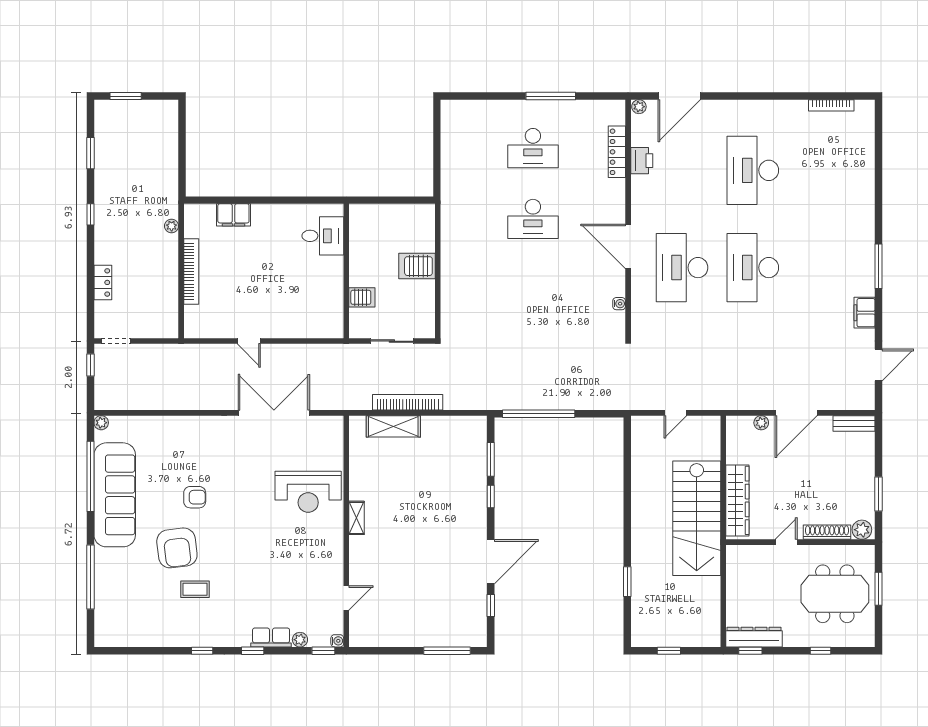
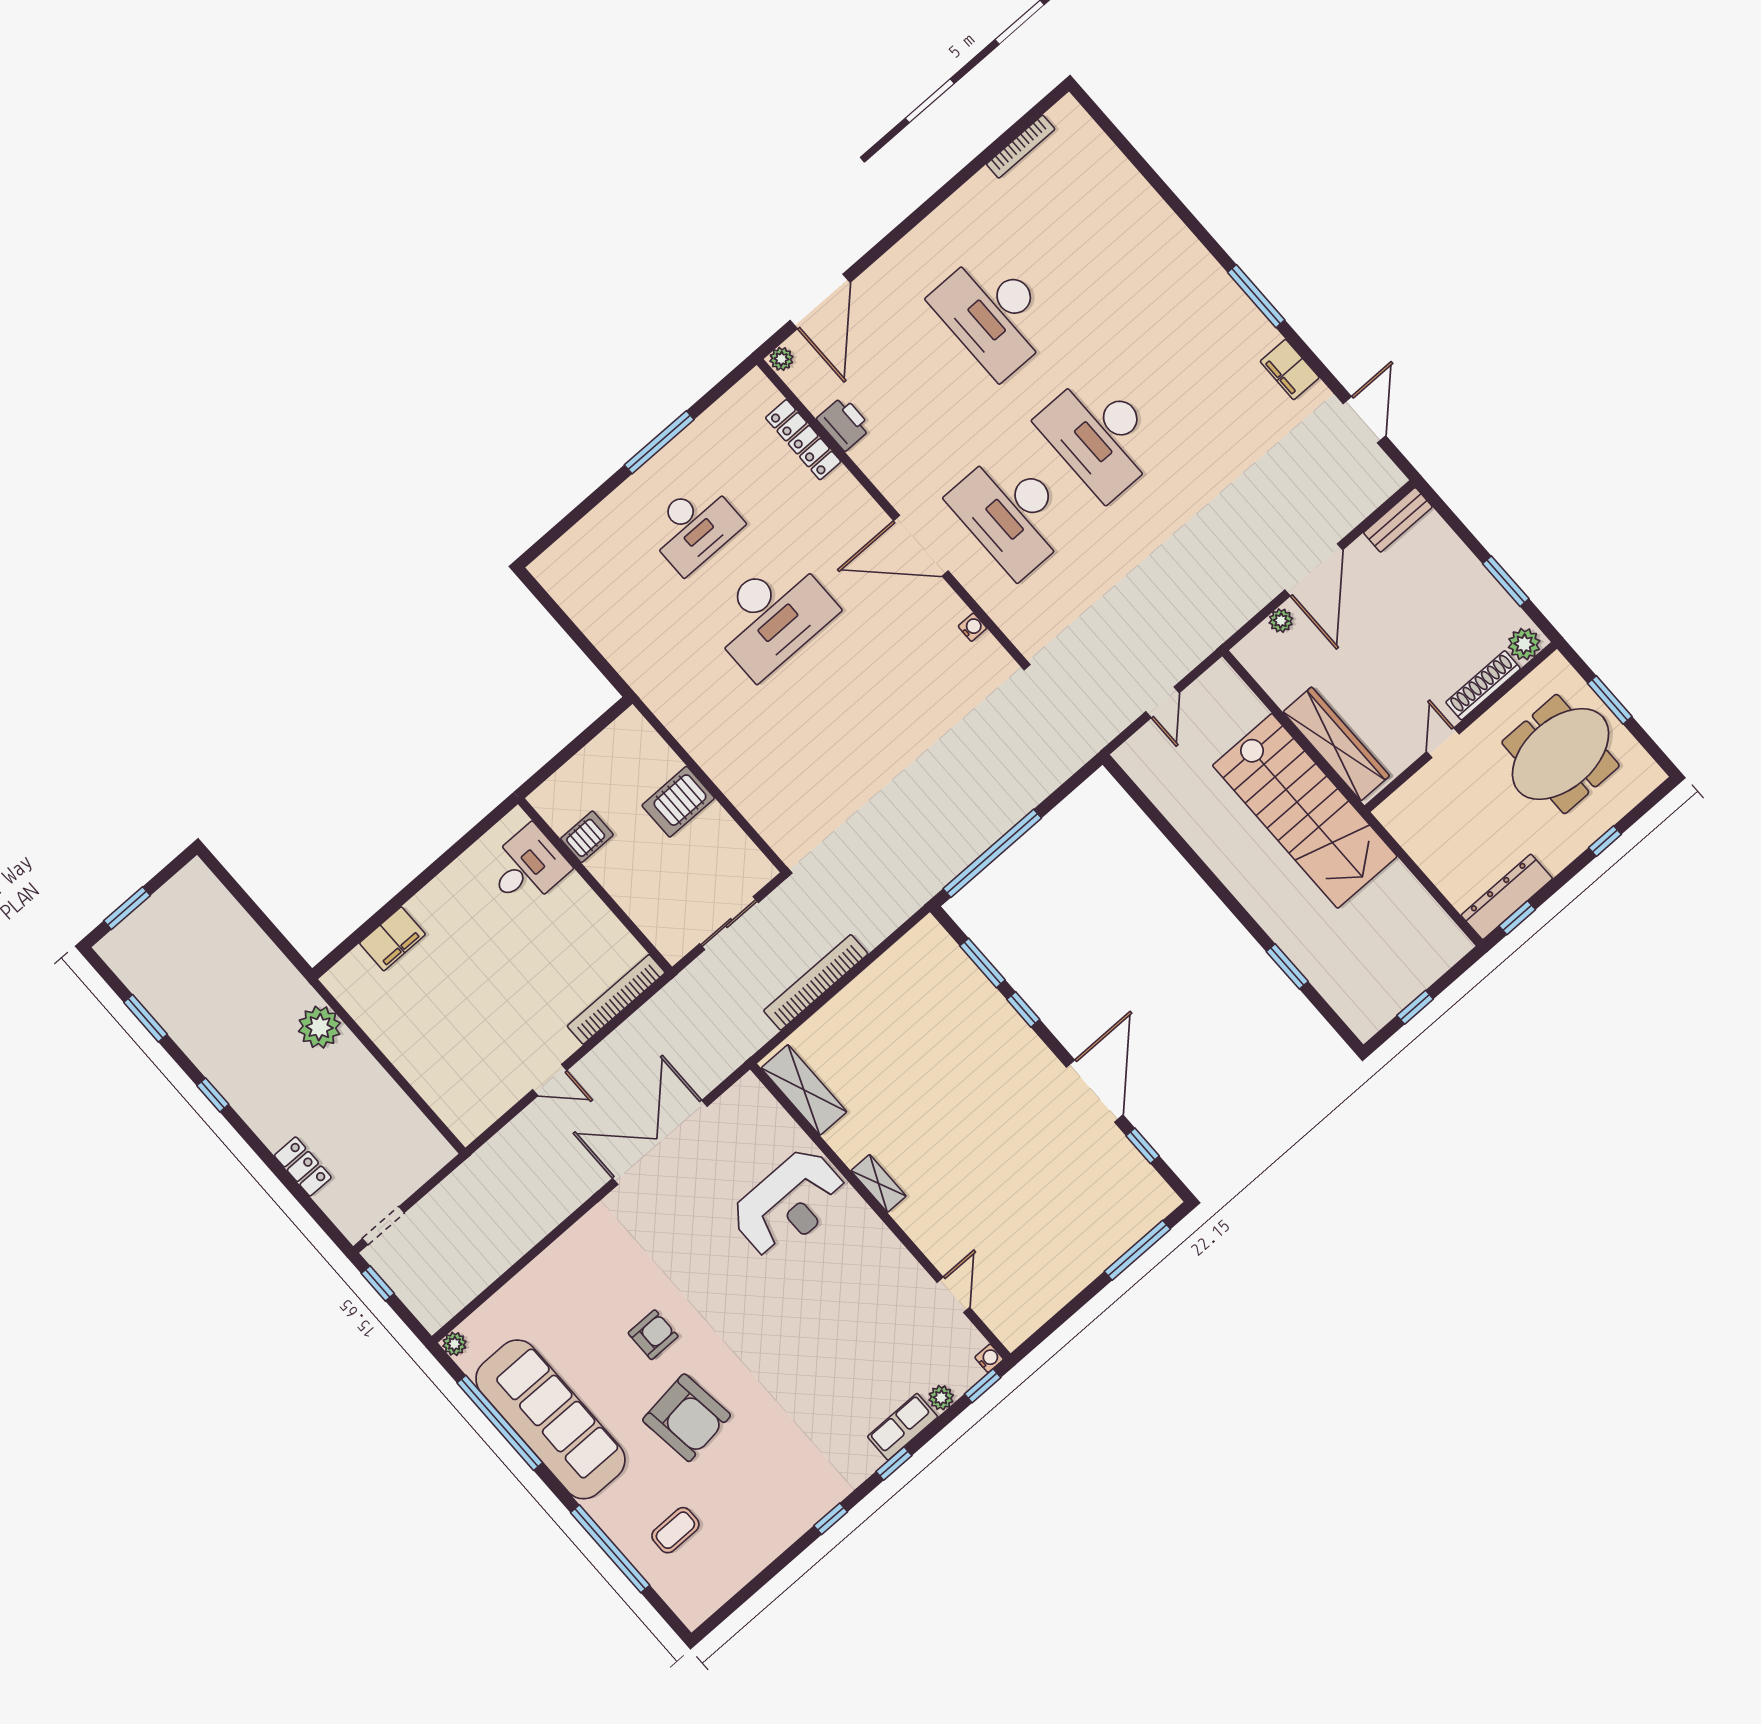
desk: (533, 219) -> (772, 616), width x1.36, depth x1.30
plant: (172, 226) -> (319, 1027), width x1.87, depth x1.87
bookcase: (191, 272) -> (616, 999), moved, turned -90
server rack: (362, 297) -> (587, 837), moved
shelving: (393, 426) -> (804, 1090), moved, turned 90
coffee table: (195, 589) -> (675, 1530), moved

